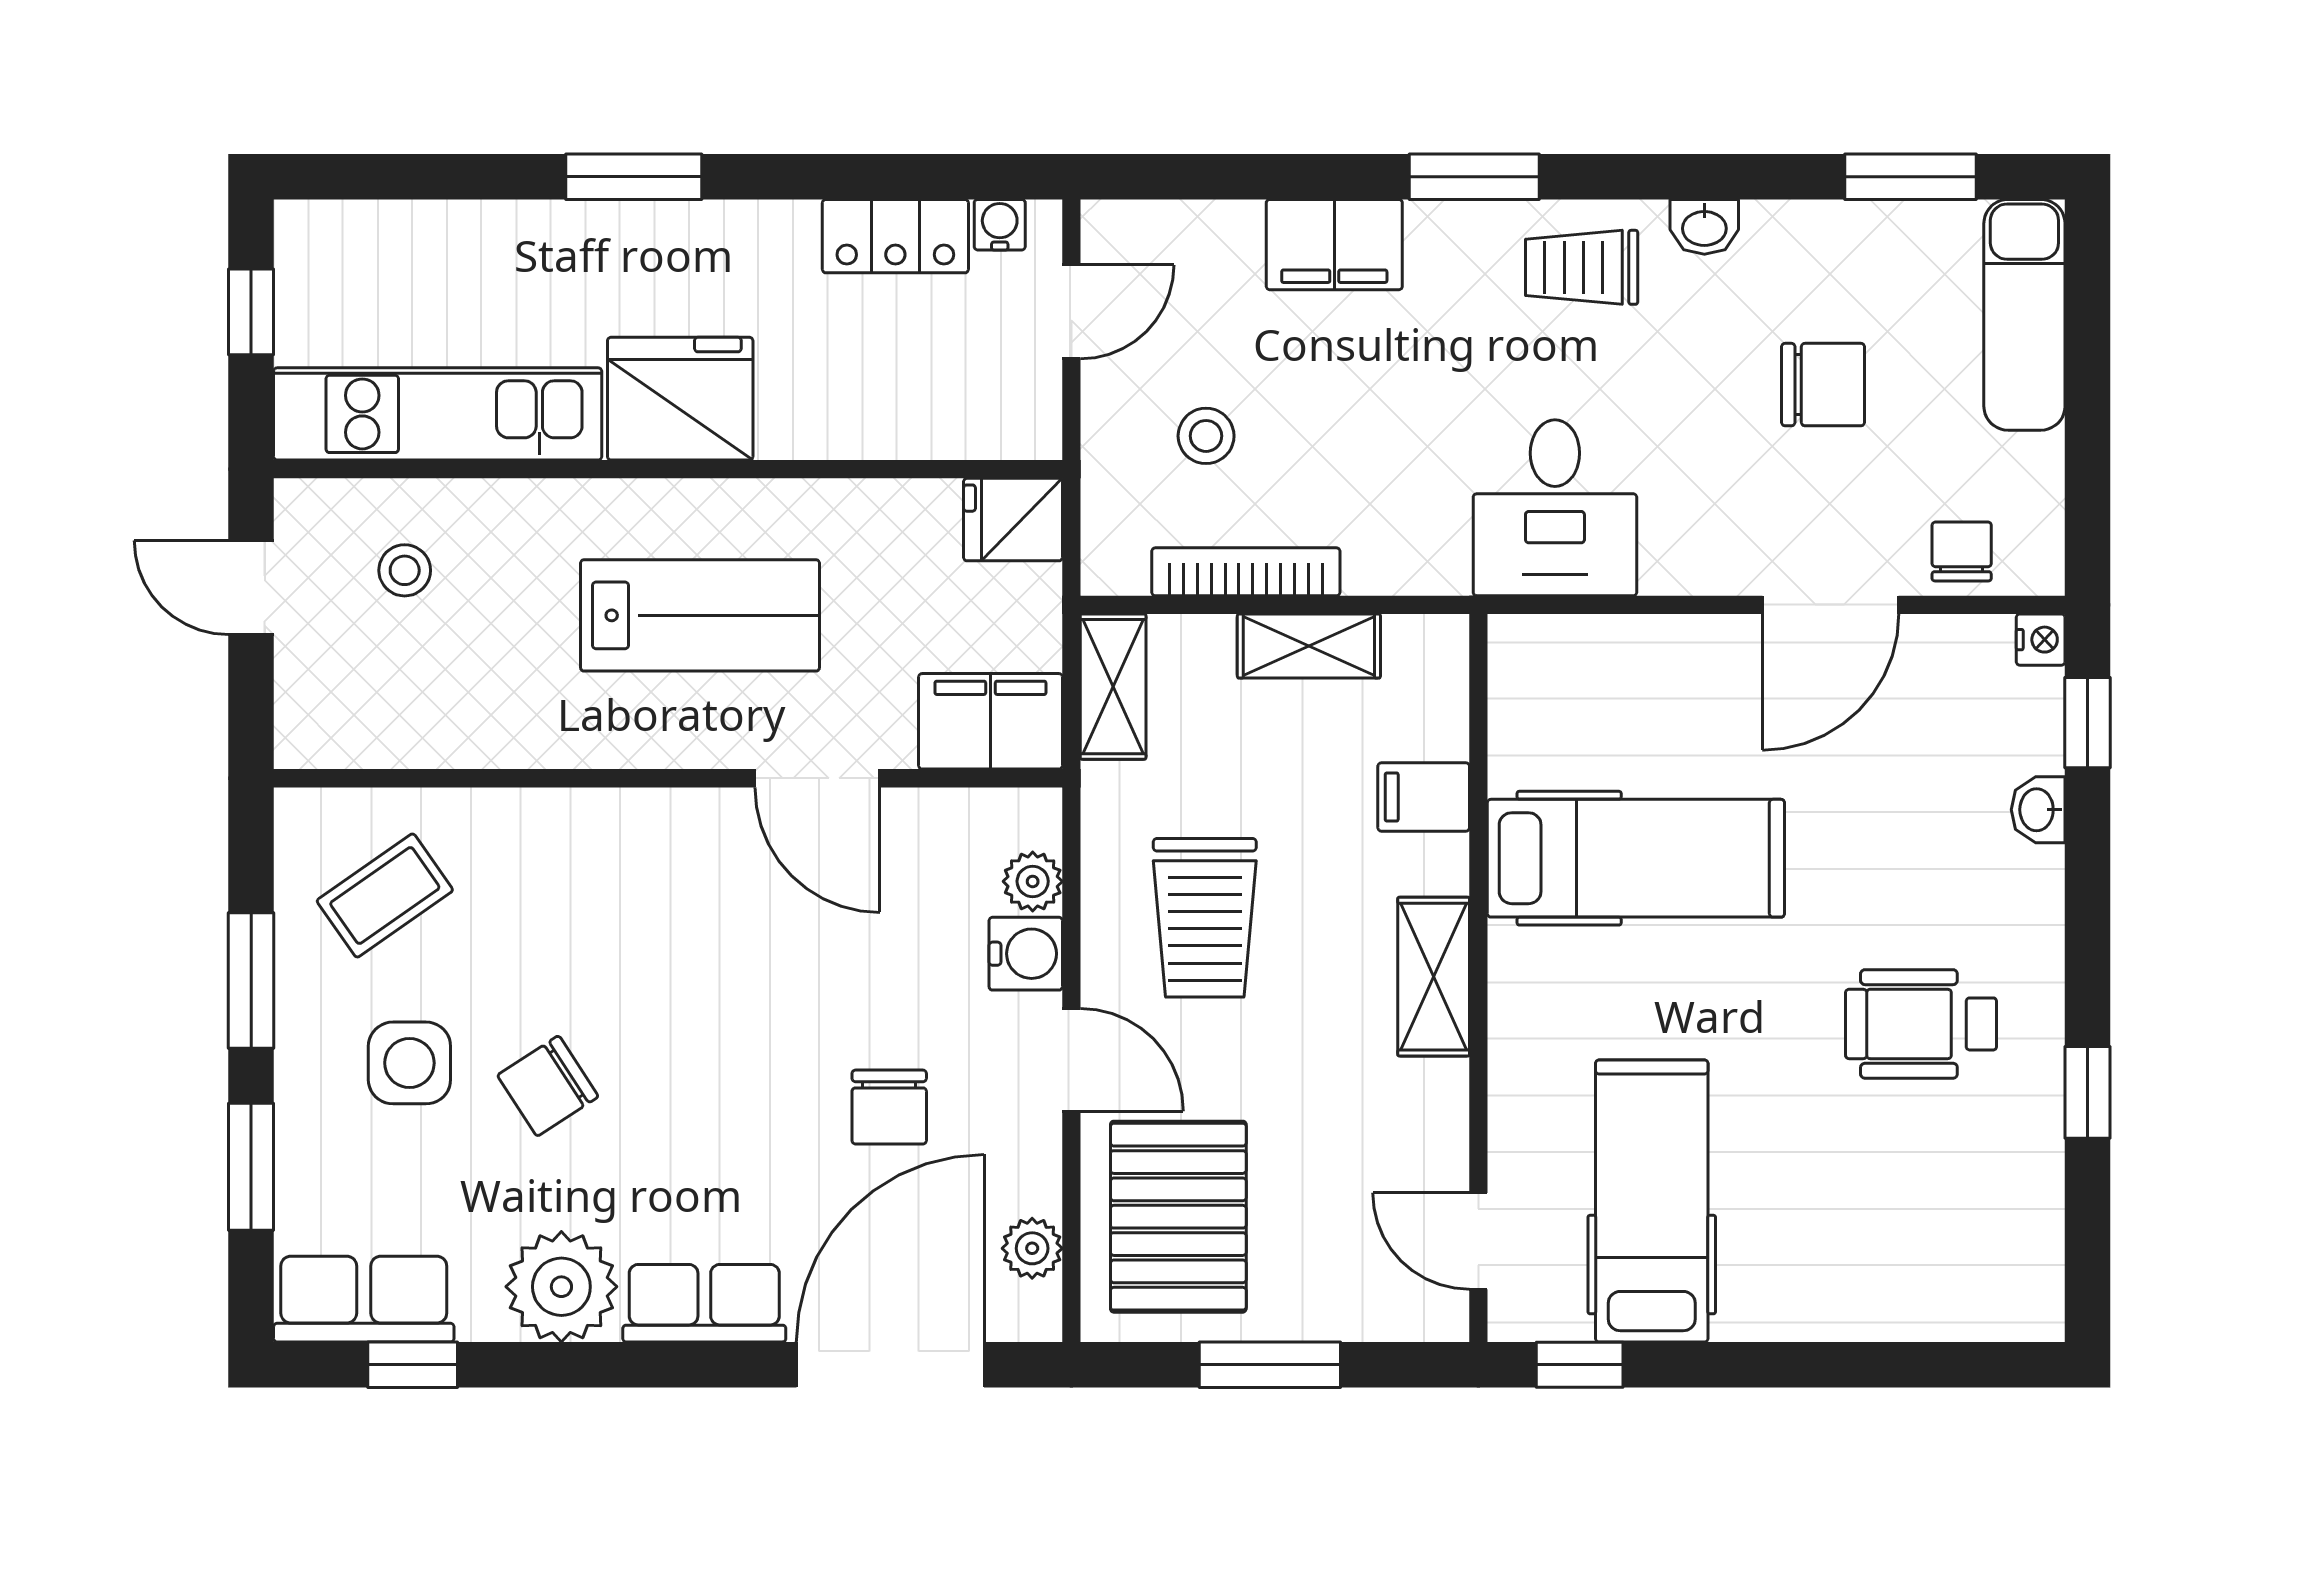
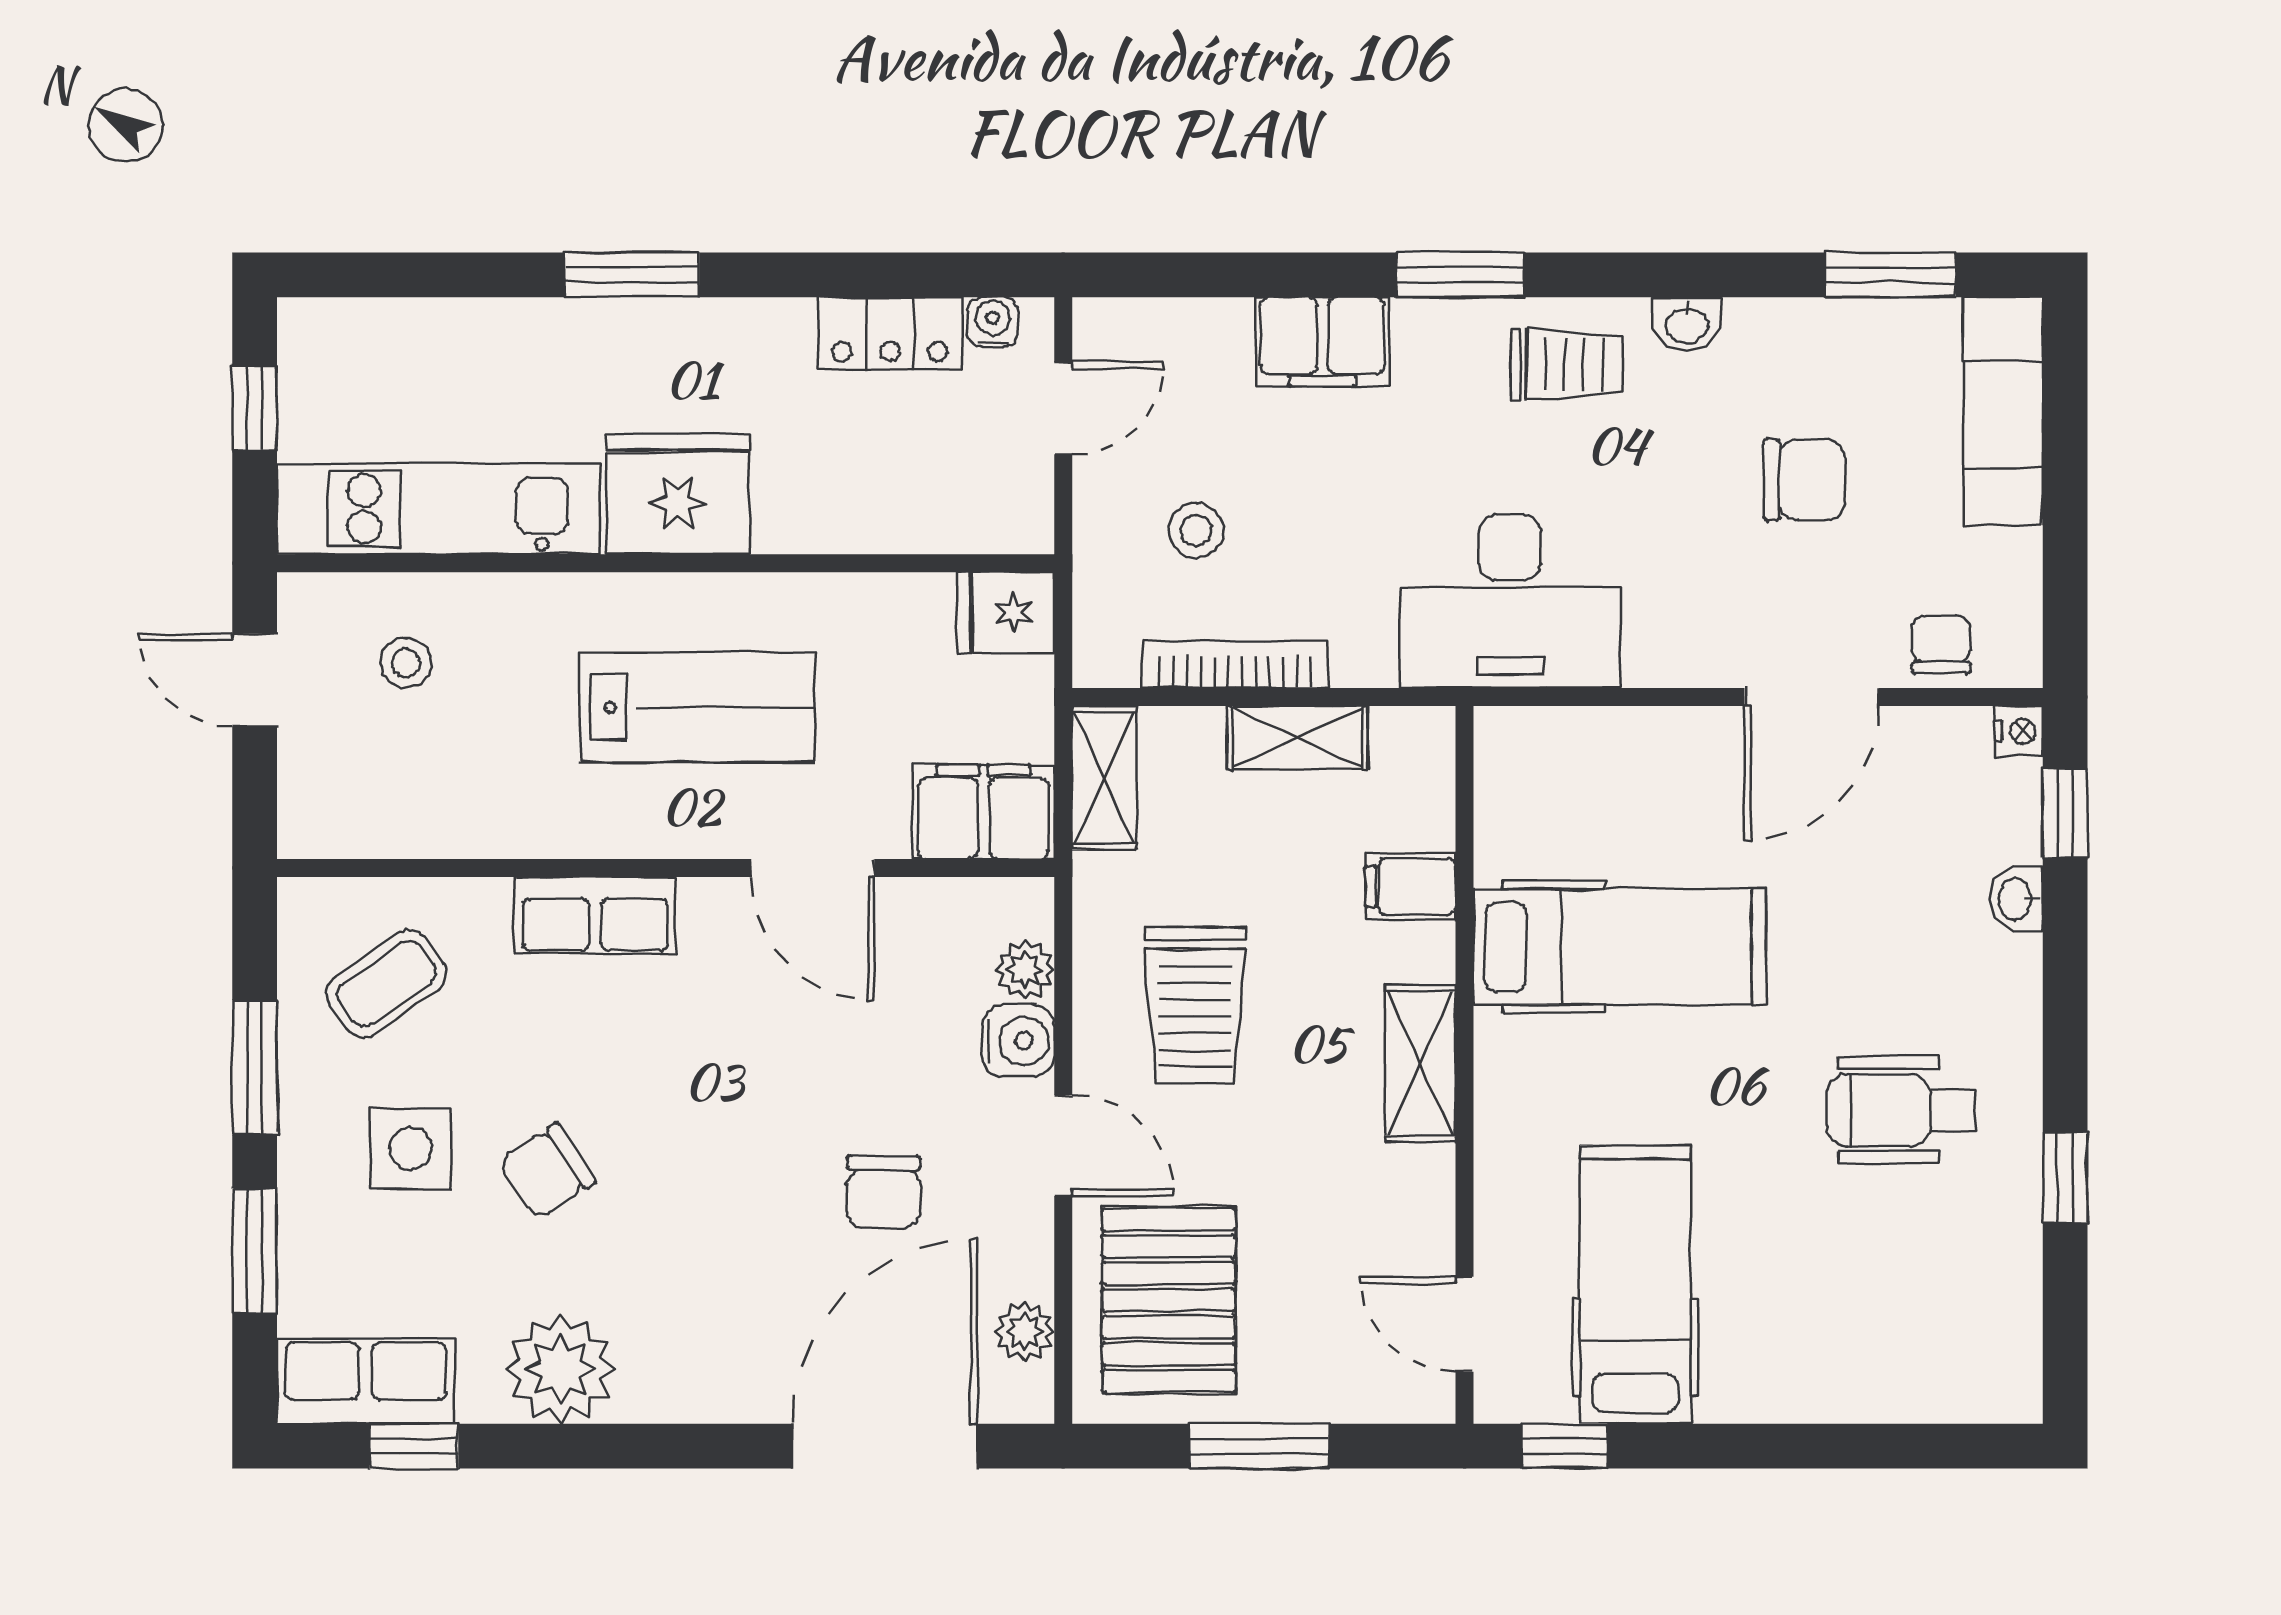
trolley: (1582, 267) -> (1566, 364), turned 180
desk: (1555, 508) -> (1510, 601), width x1.37
row of seats: (704, 1303) -> (595, 915), moved, turned 180

